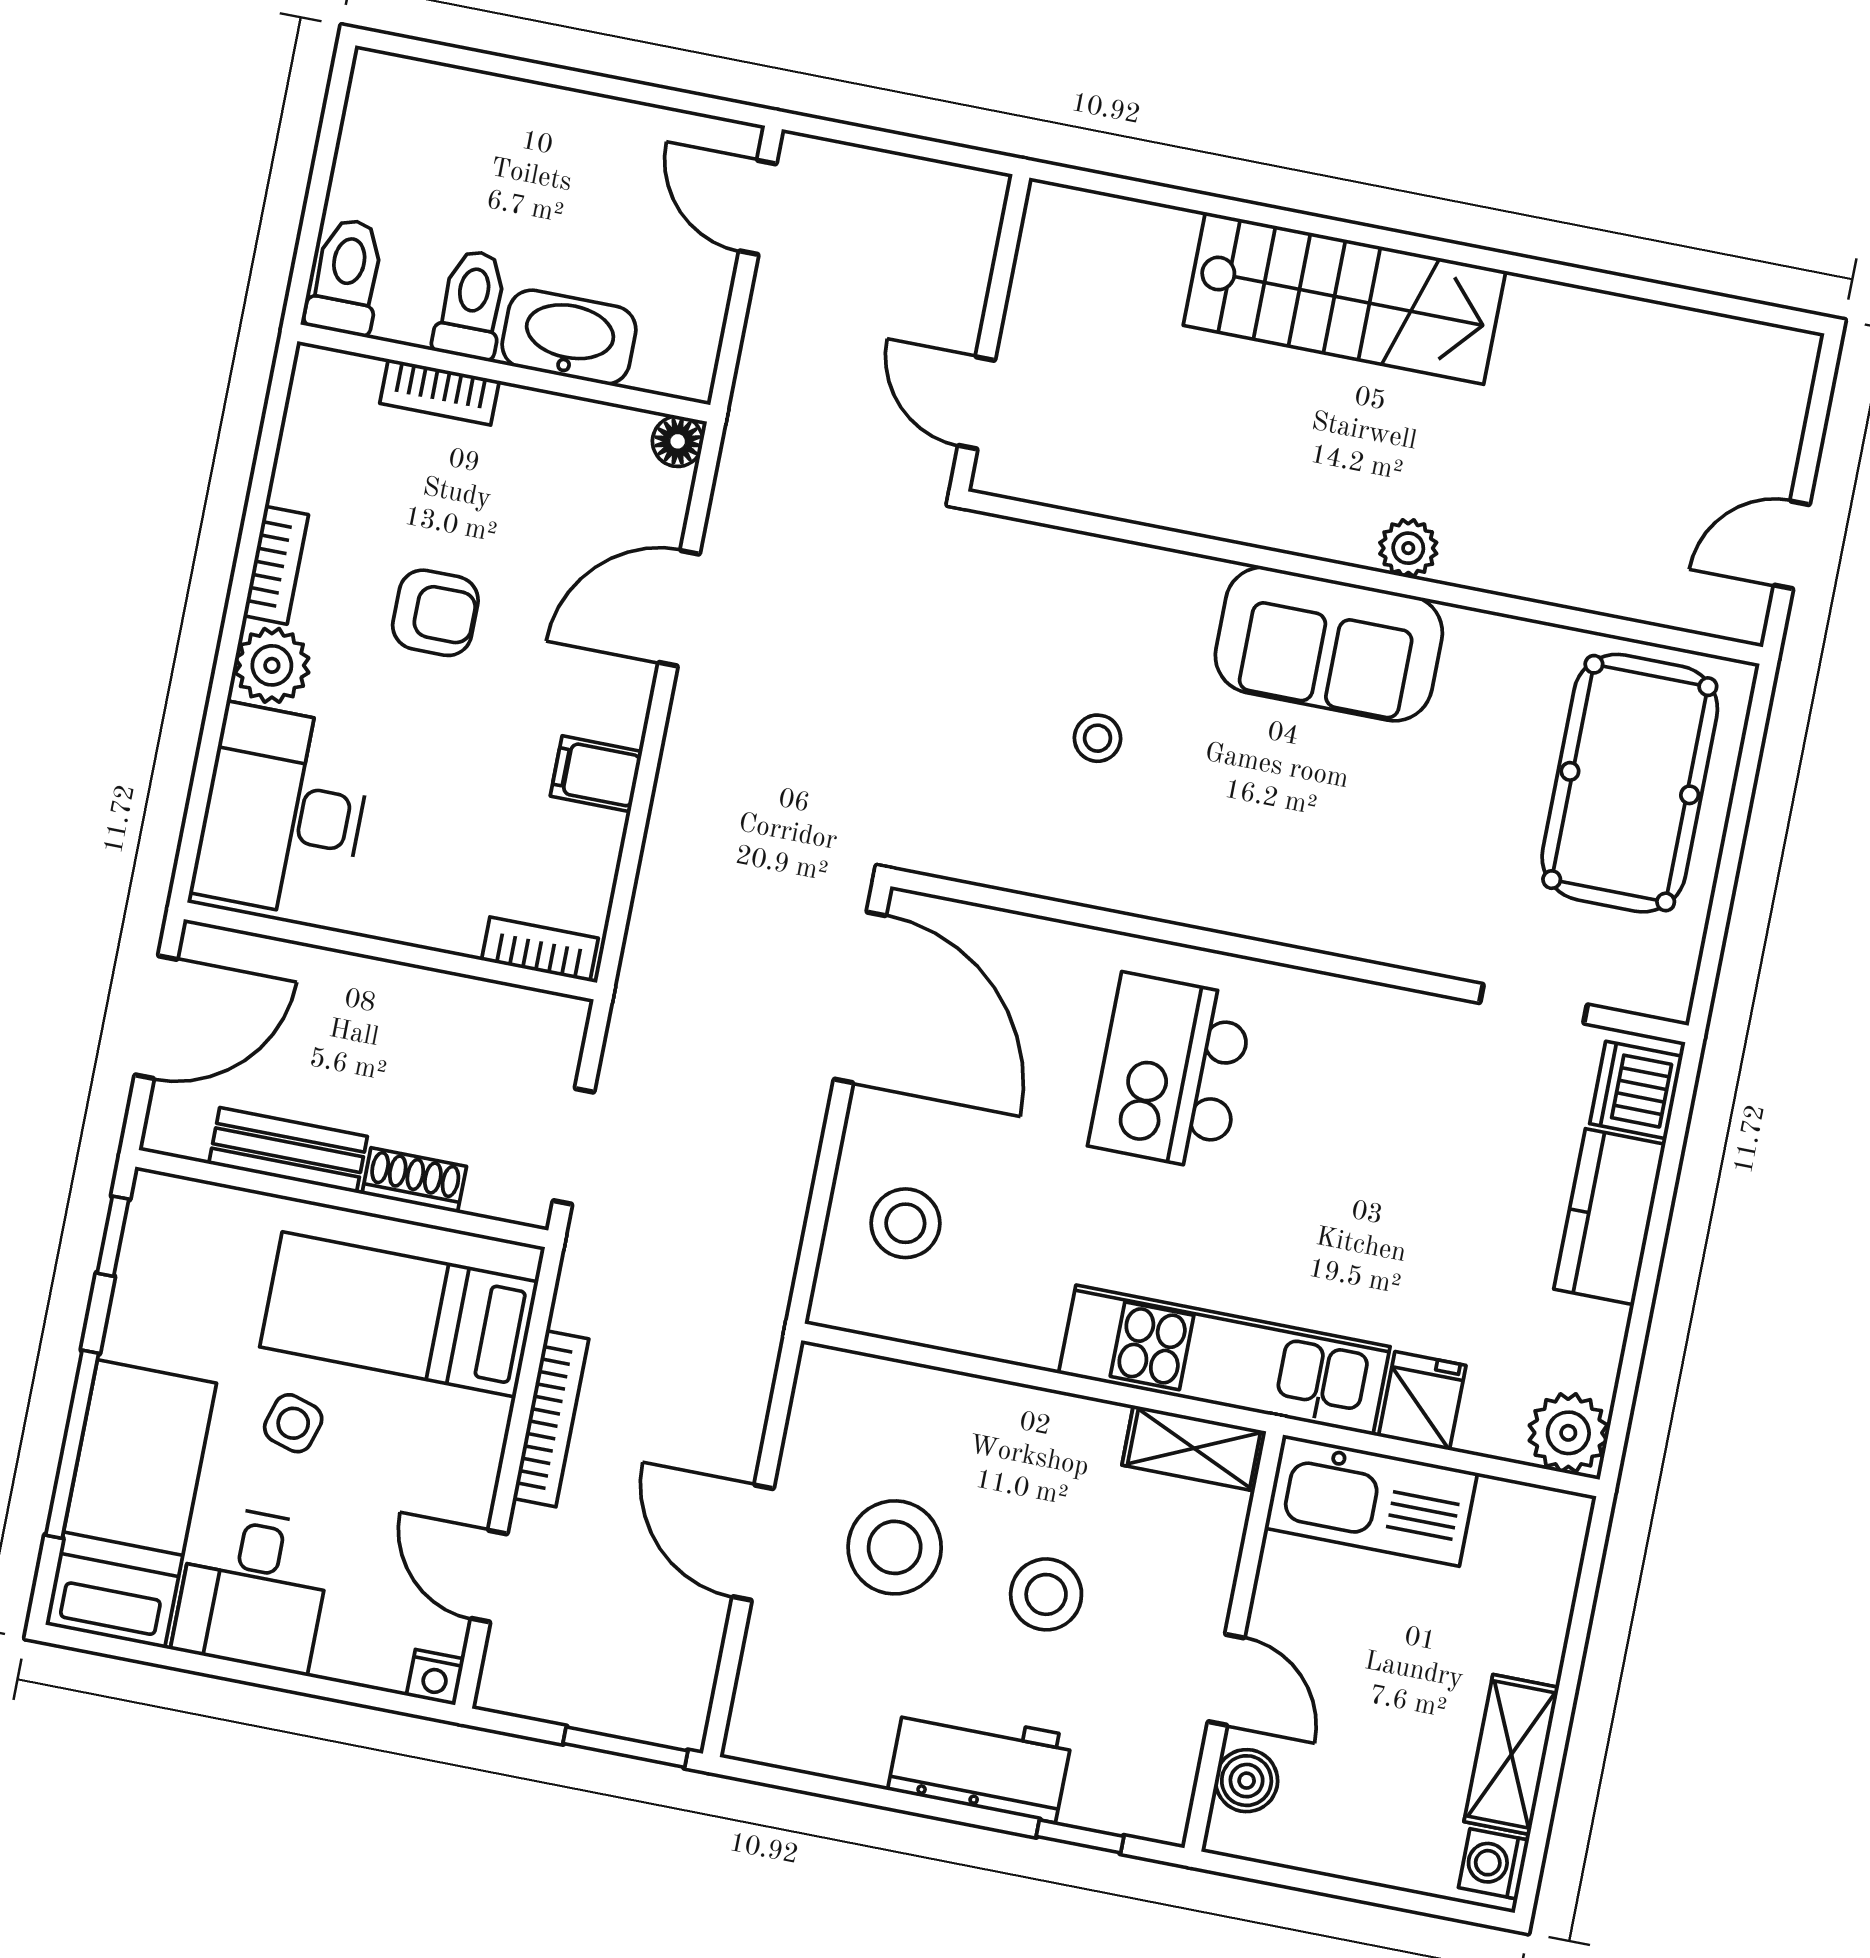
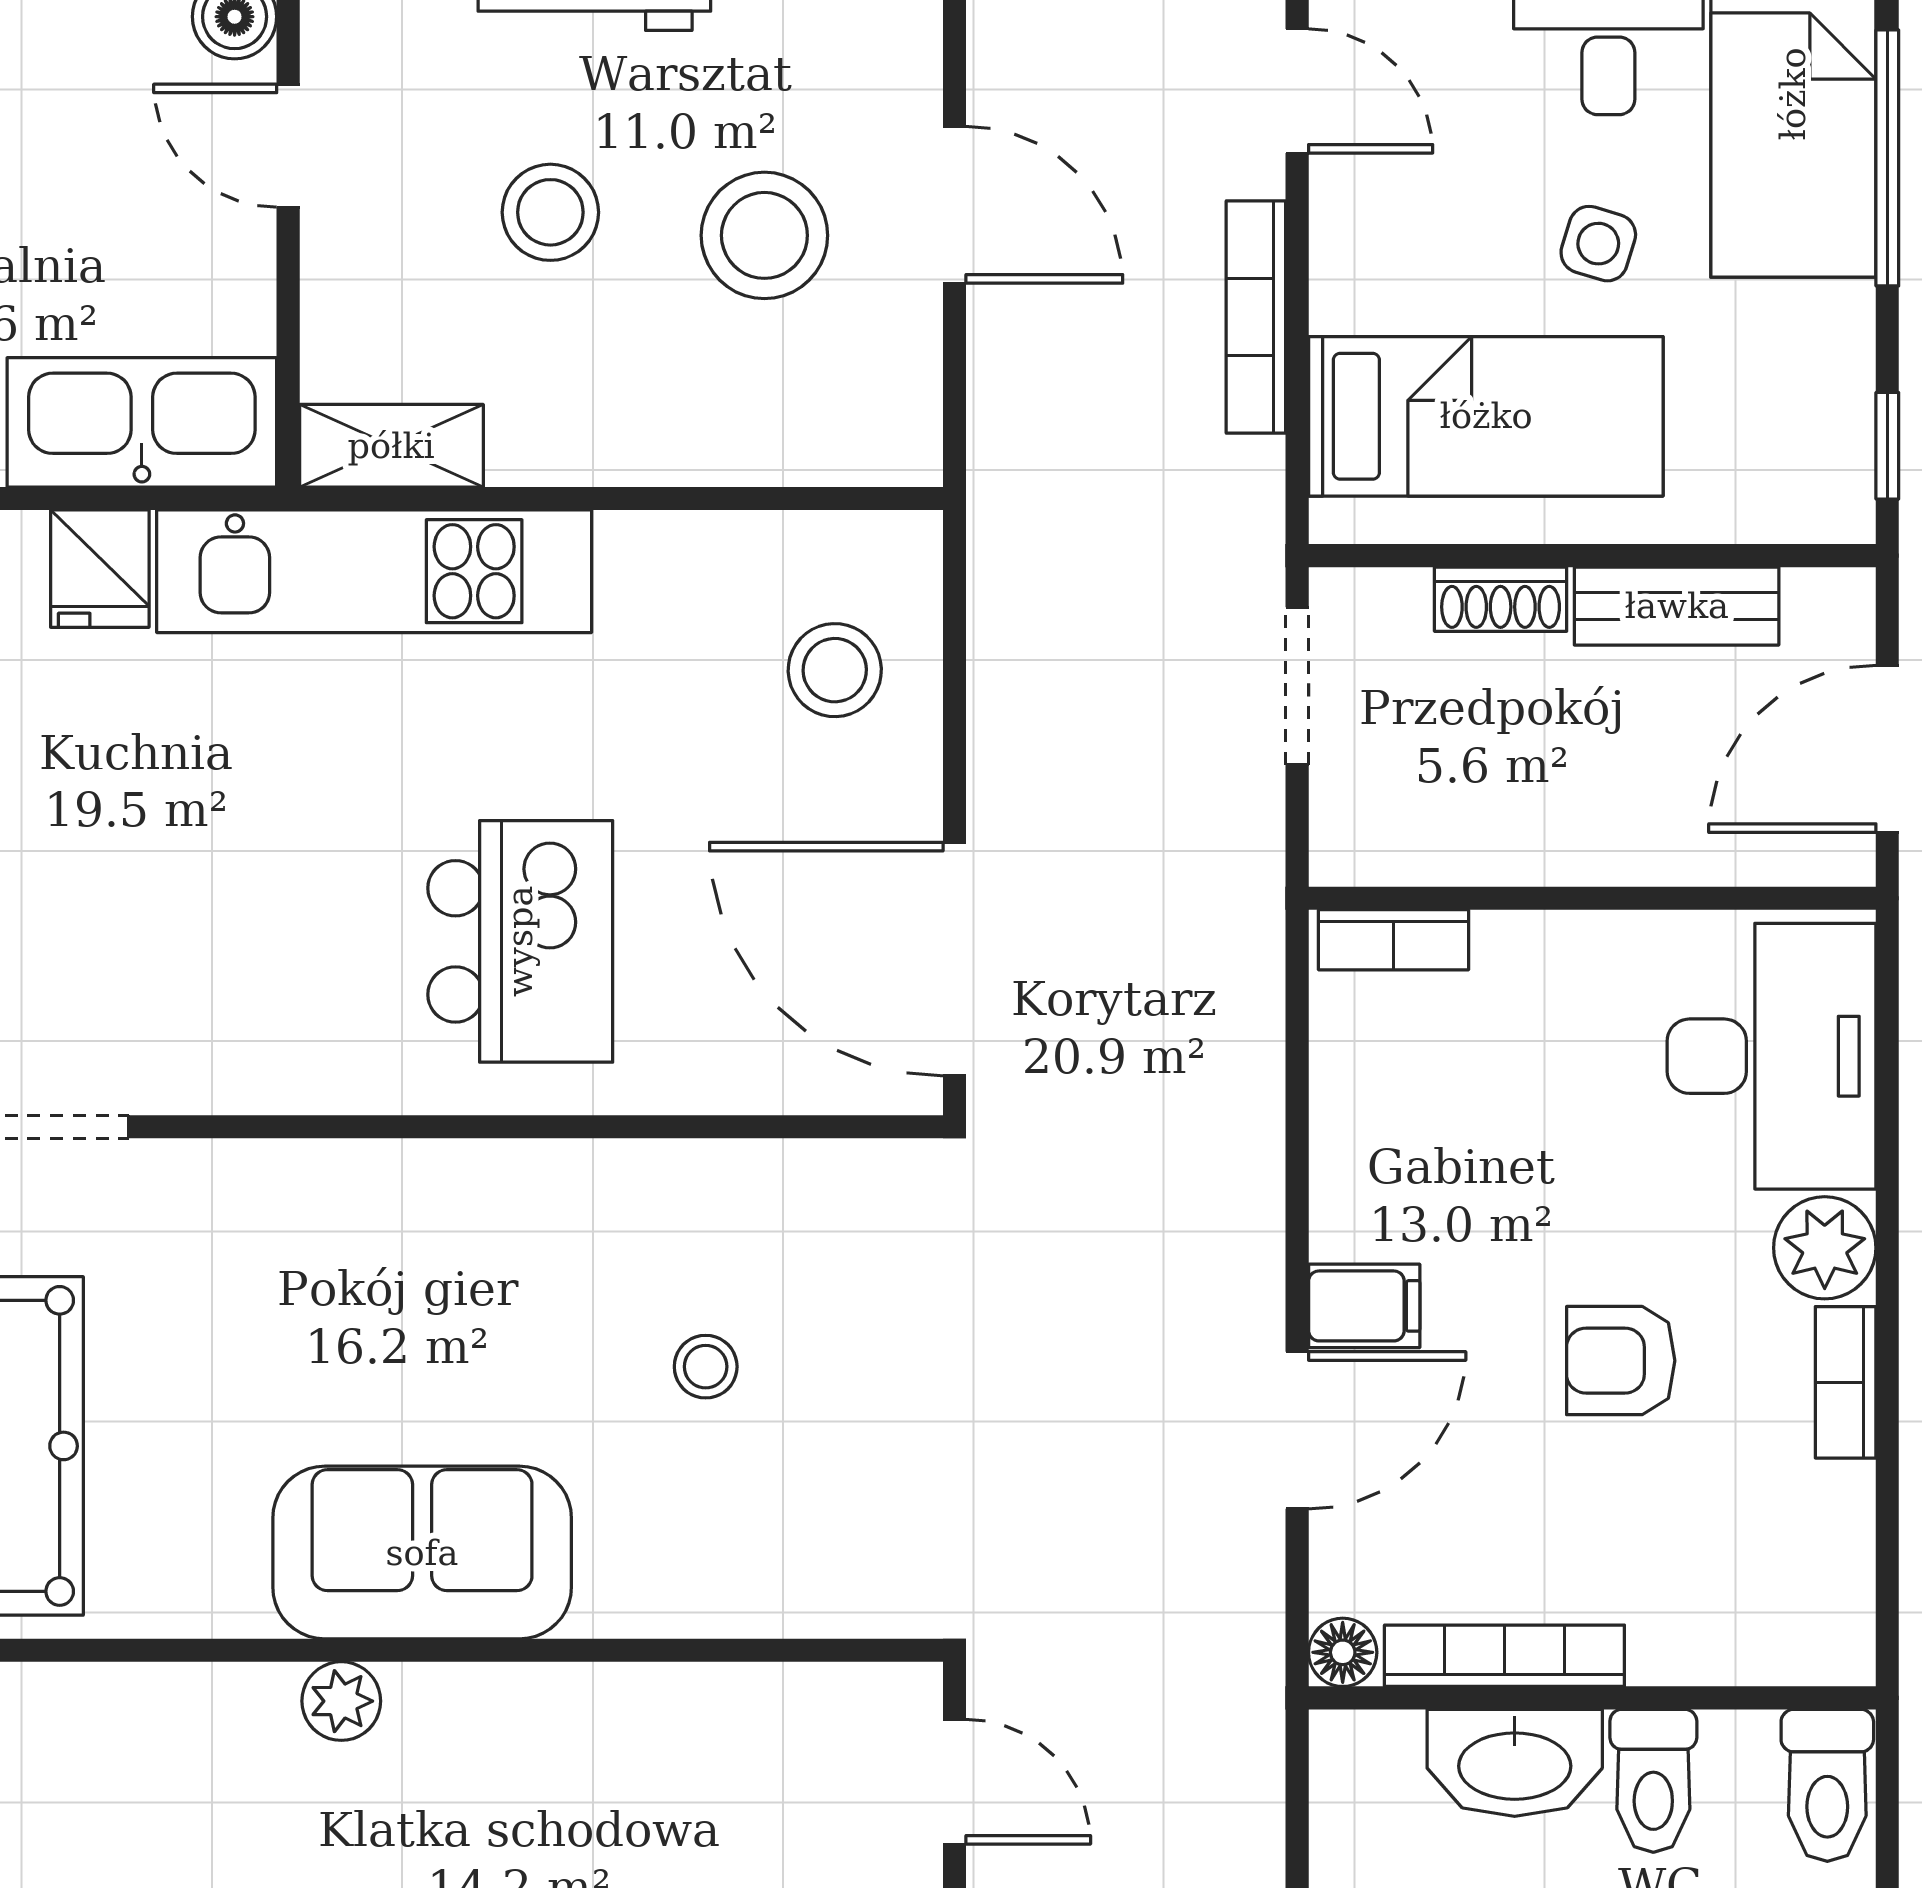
bookcase: (440, 392) -> (1504, 1656), moved, width x1.56
filing cabinet: (596, 774) -> (1364, 1306), moved

